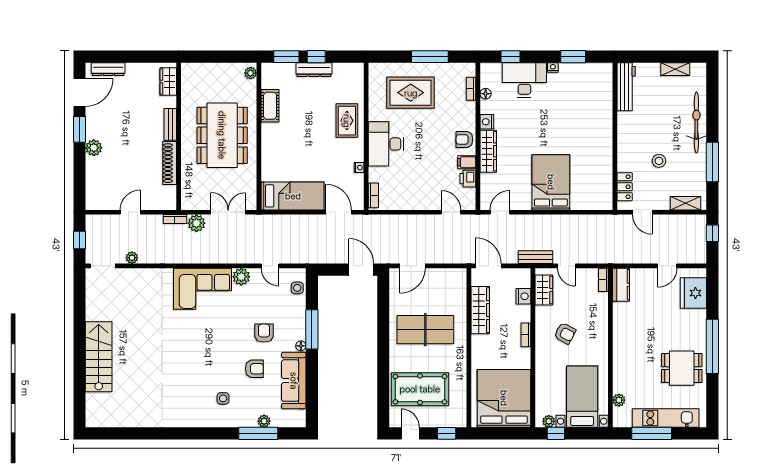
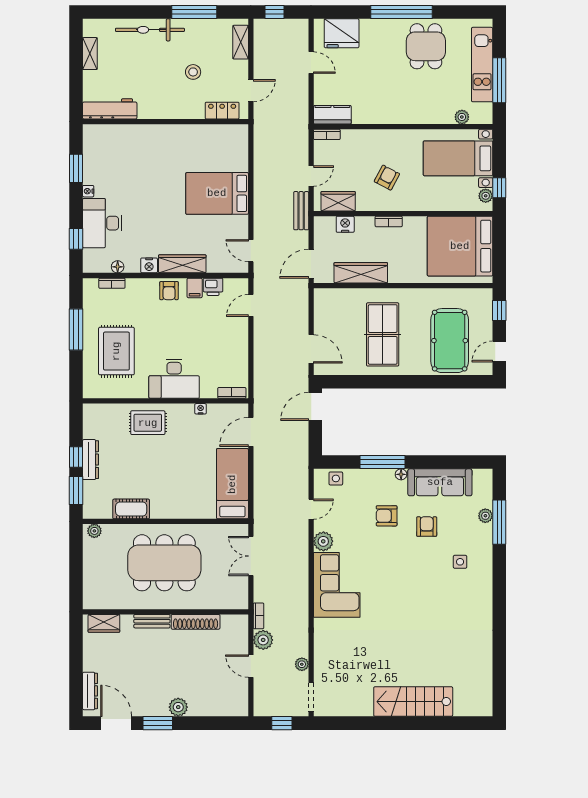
plant: (196, 223) -> (263, 640), moved

